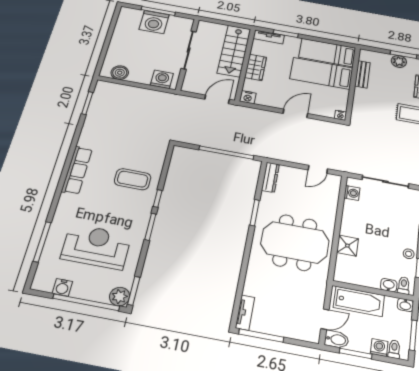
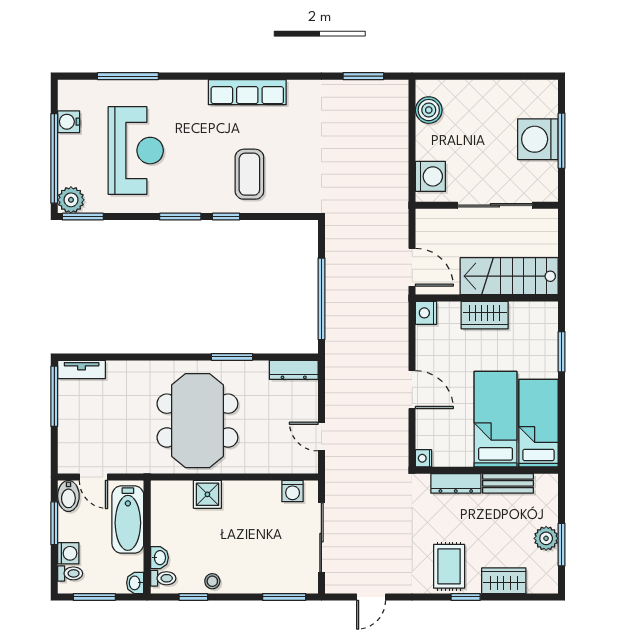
tv unit: (269, 37) -> (549, 326), removed
dresser: (359, 101) -> (456, 483), added

